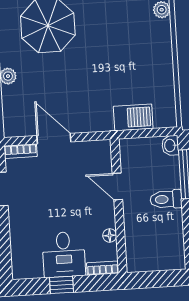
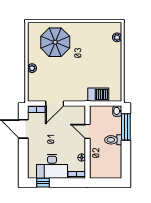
door: (54, 139) -> (55, 103), swing flipped
desk: (64, 254) -> (52, 166), width x1.37
window: (61, 285) -> (43, 183), moved

